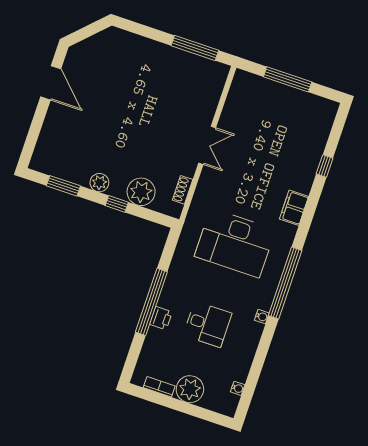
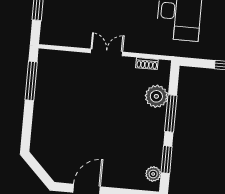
plant: (99, 183) -> (153, 174), moved
window: (117, 204) -> (171, 113), width x2.17

